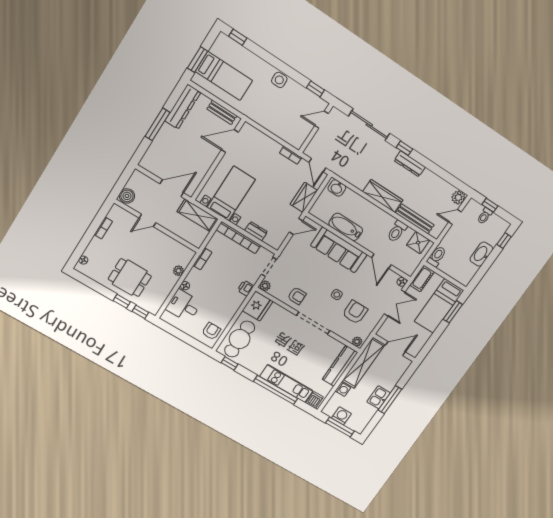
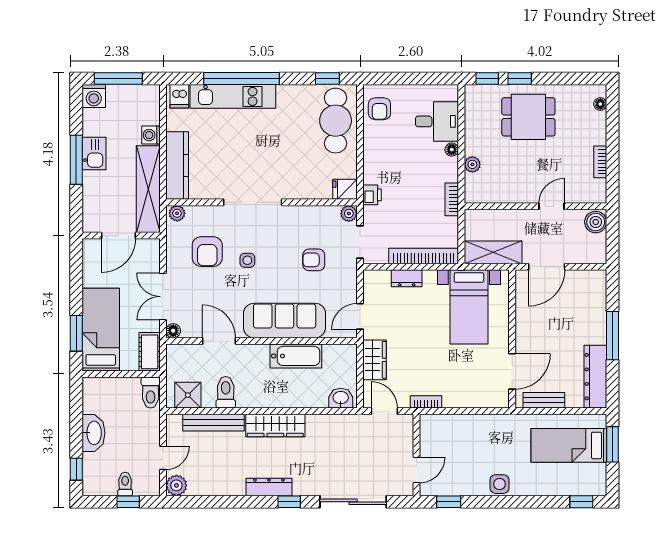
armchair: (297, 296) -> (314, 260), moved
fridge: (258, 306) -> (345, 189), width x0.53, depth x0.75
washing machine: (341, 416) -> (94, 96), moved

